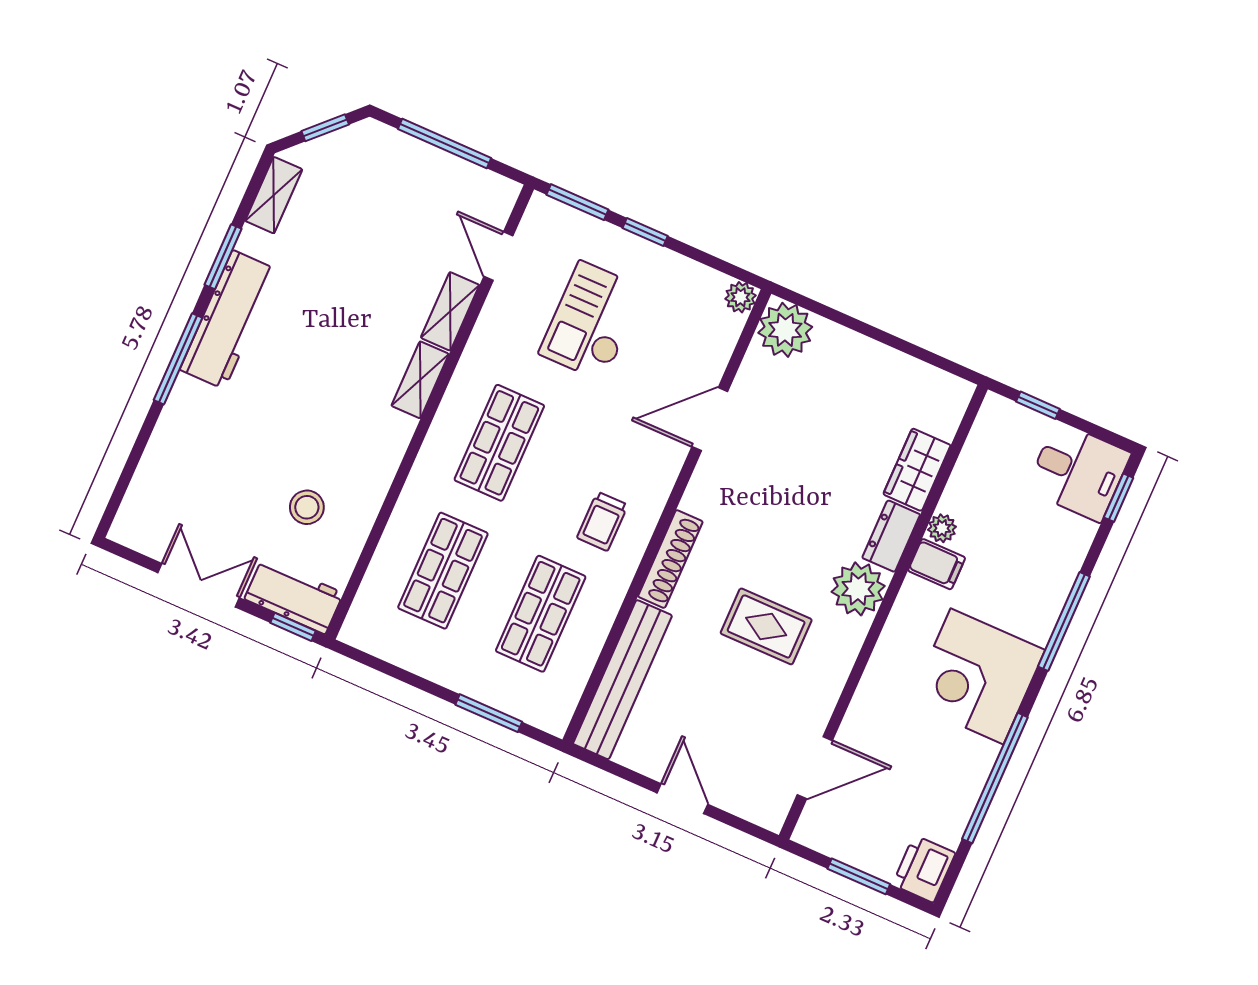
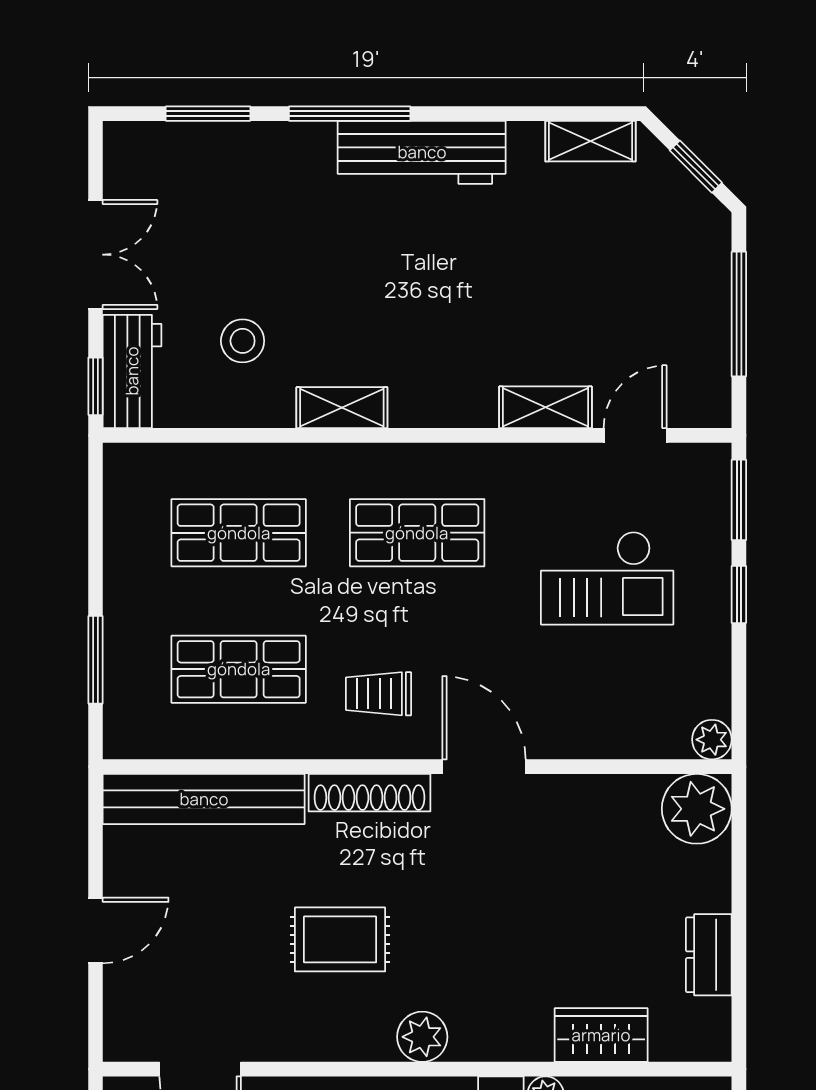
window: (223, 257) -> (208, 114), moved
checkout: (592, 321) -> (607, 578), turned 180
shelving: (420, 380) -> (342, 408), moved
door: (710, 419) -> (484, 767), moved
dresser: (891, 536) -> (709, 955), moved, turned -90
plant: (858, 589) -> (422, 1037), width x0.73, depth x0.73
rug: (766, 626) -> (340, 939), turned 90

